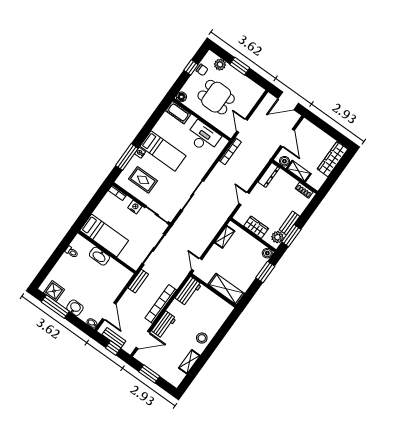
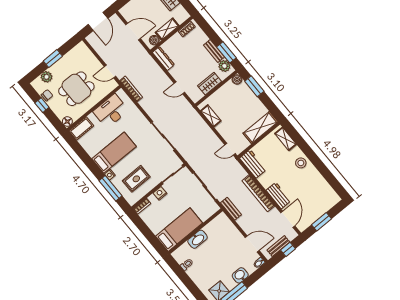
shelving: (189, 362) -> (286, 139), moved

